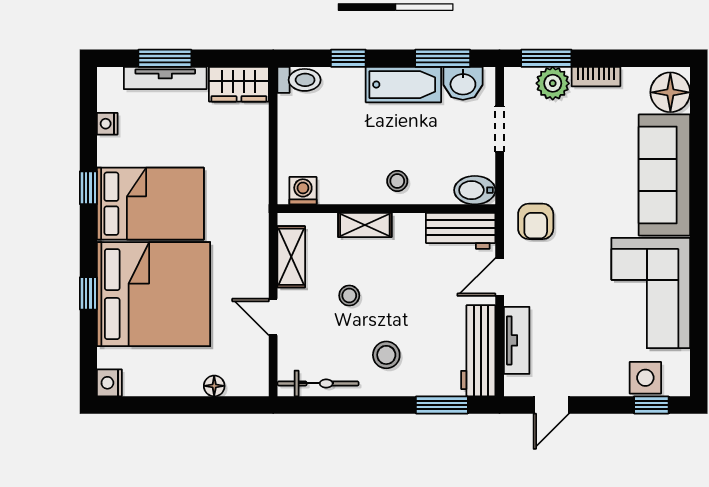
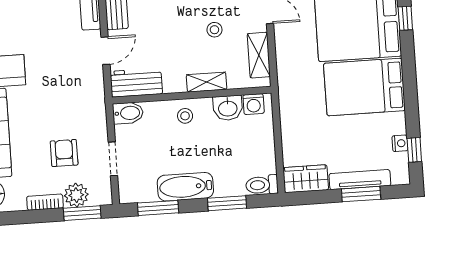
window: (348, 58) -> (227, 203), width x1.50
washbasin: (463, 83) -> (228, 108), moved, turned 180
window: (88, 188) -> (414, 150), moved
armchair: (536, 221) -> (64, 153), moved

